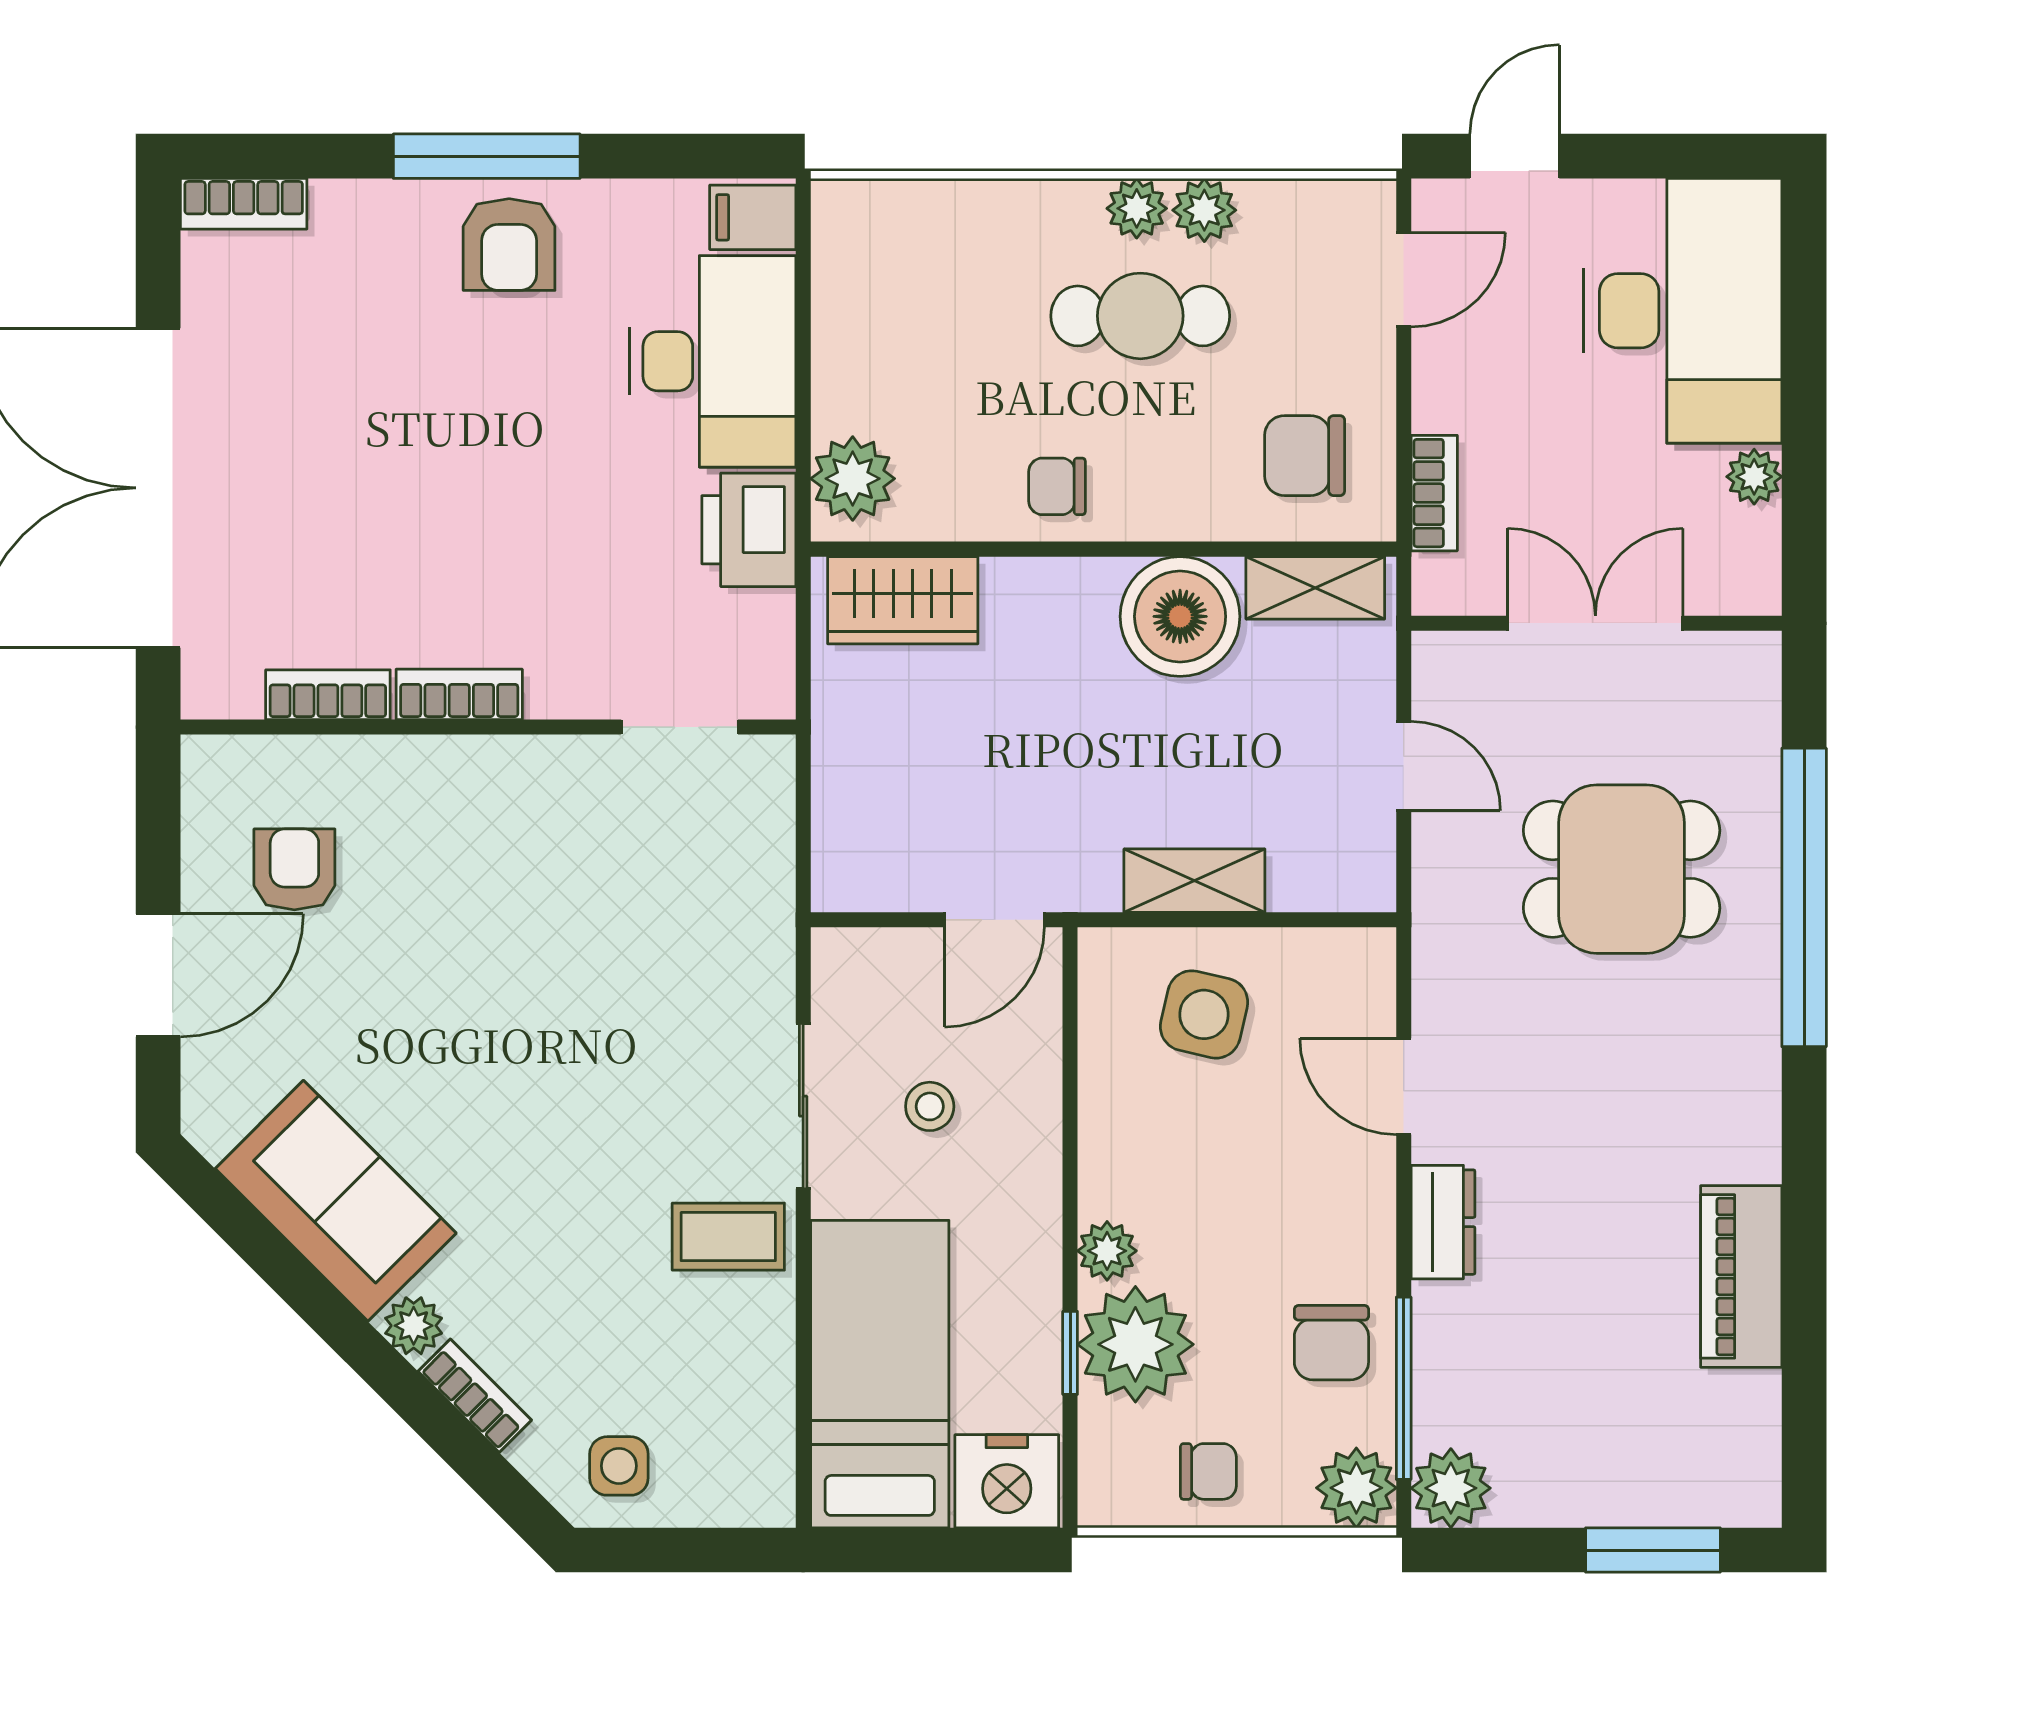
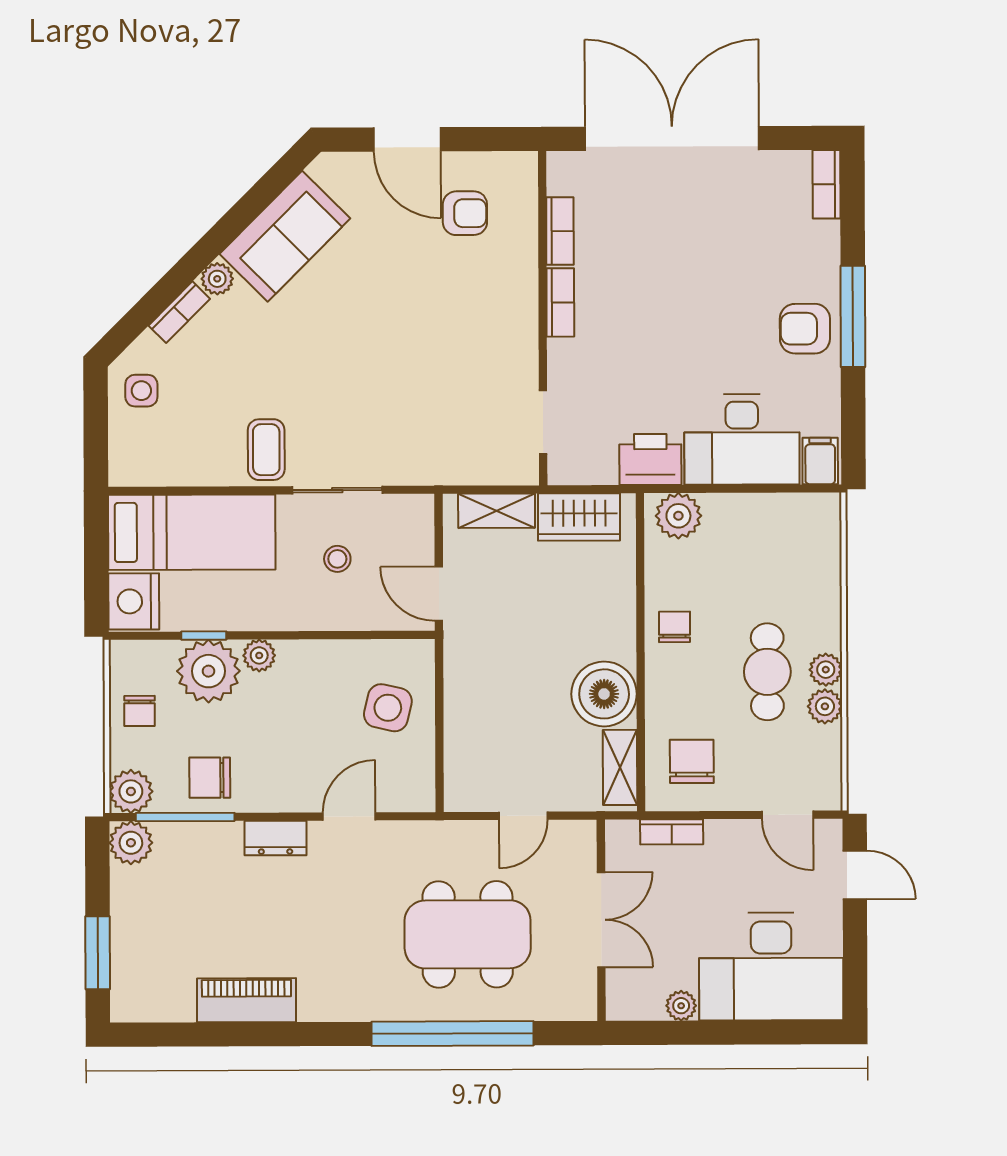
wardrobe: (903, 600) -> (579, 517), moved, turned -90
dining table: (1622, 869) -> (468, 934), width x1.38
shelving: (1194, 881) -> (497, 511), moved, turned 90

